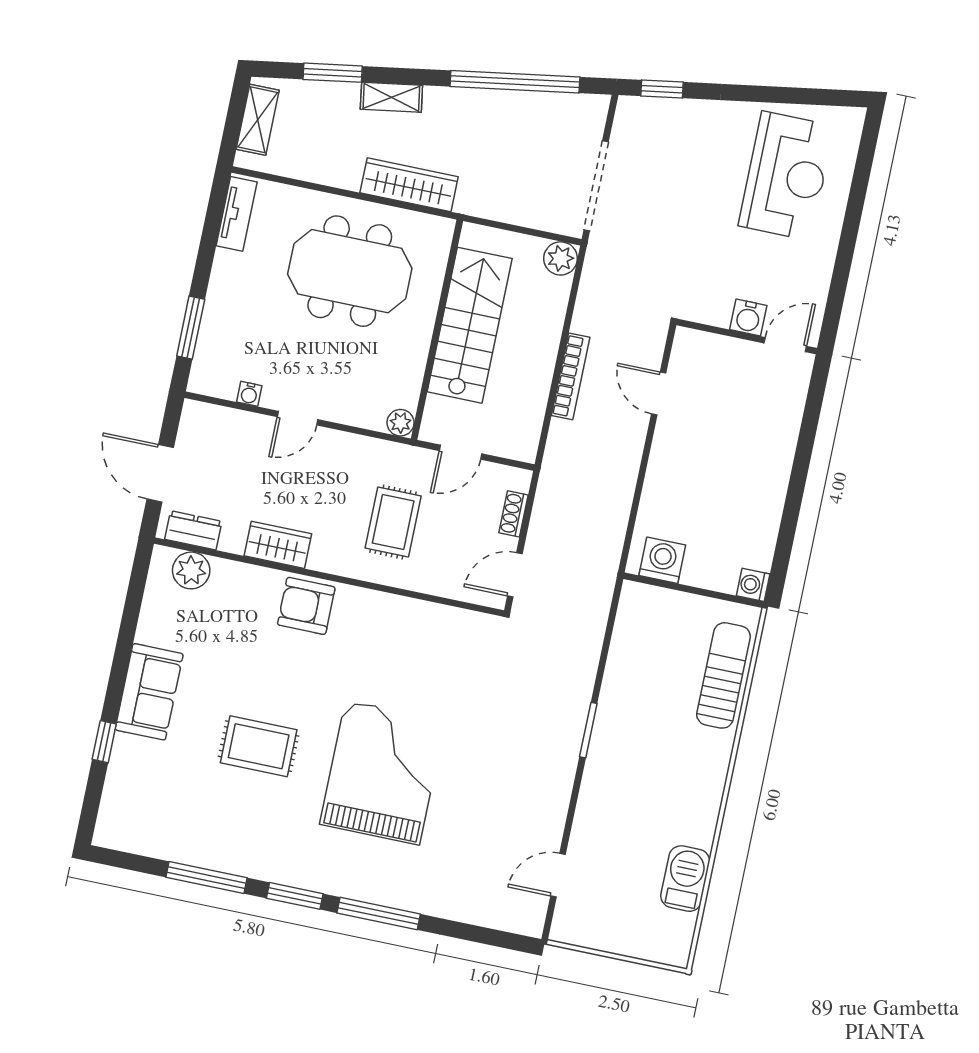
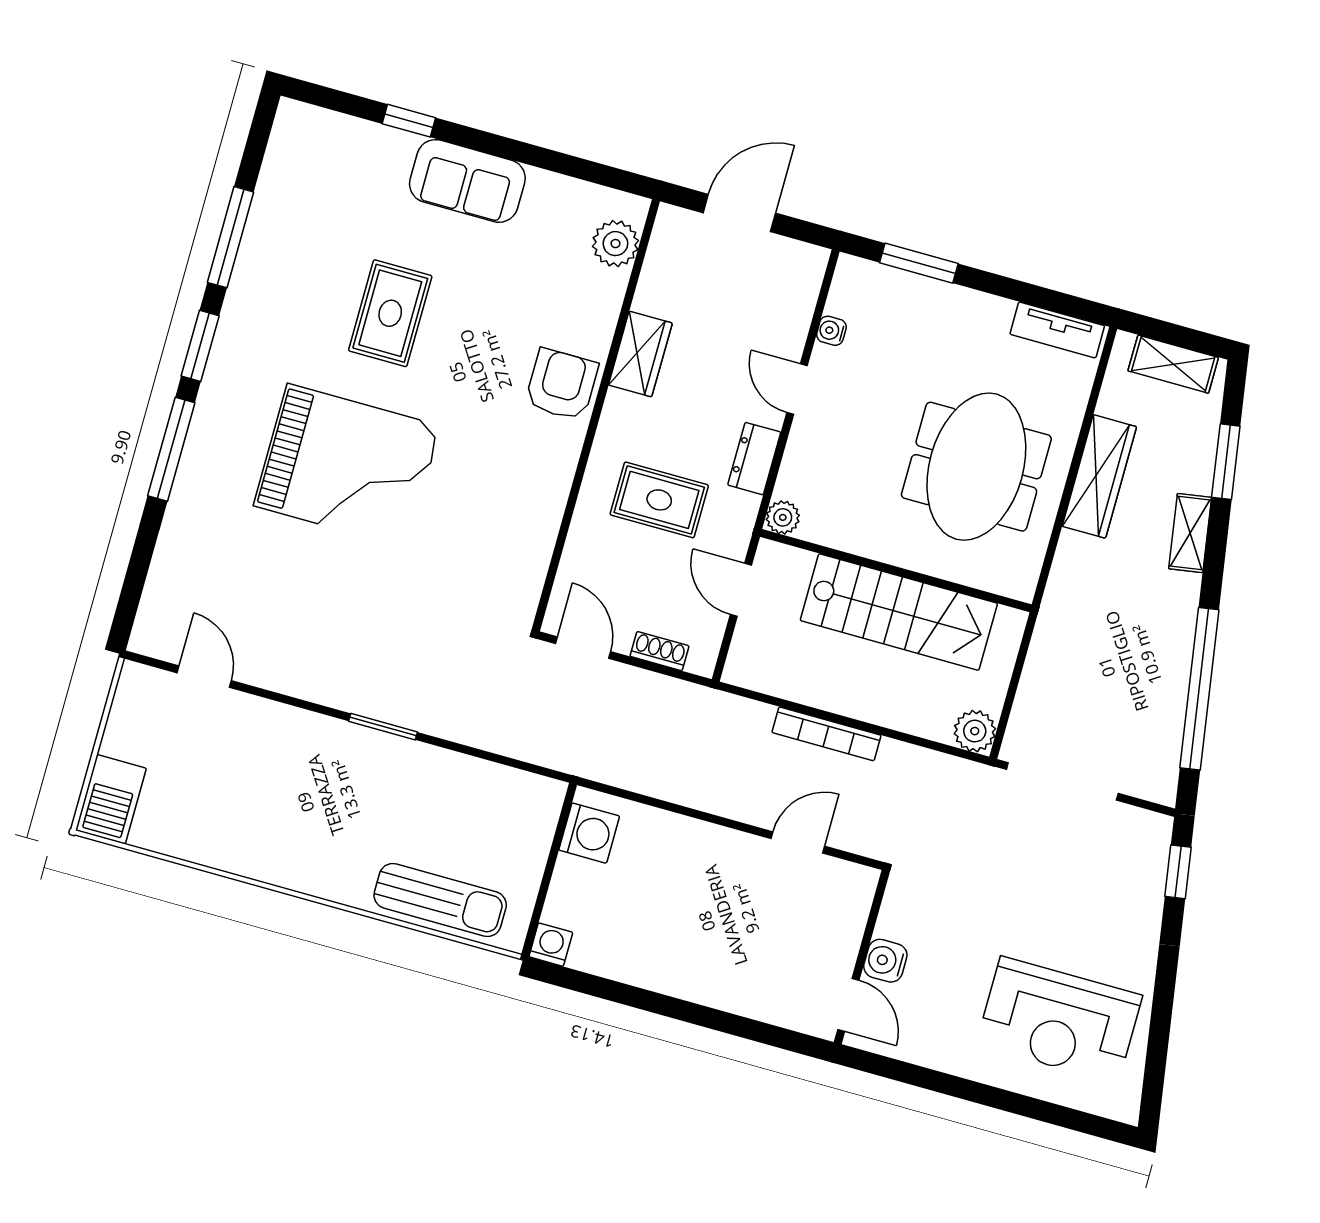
wardrobe: (409, 185) -> (1099, 476), moved
dresser: (193, 530) -> (754, 459), moved, turned 180
barbecue: (685, 879) -> (111, 799), moved, turned 90

